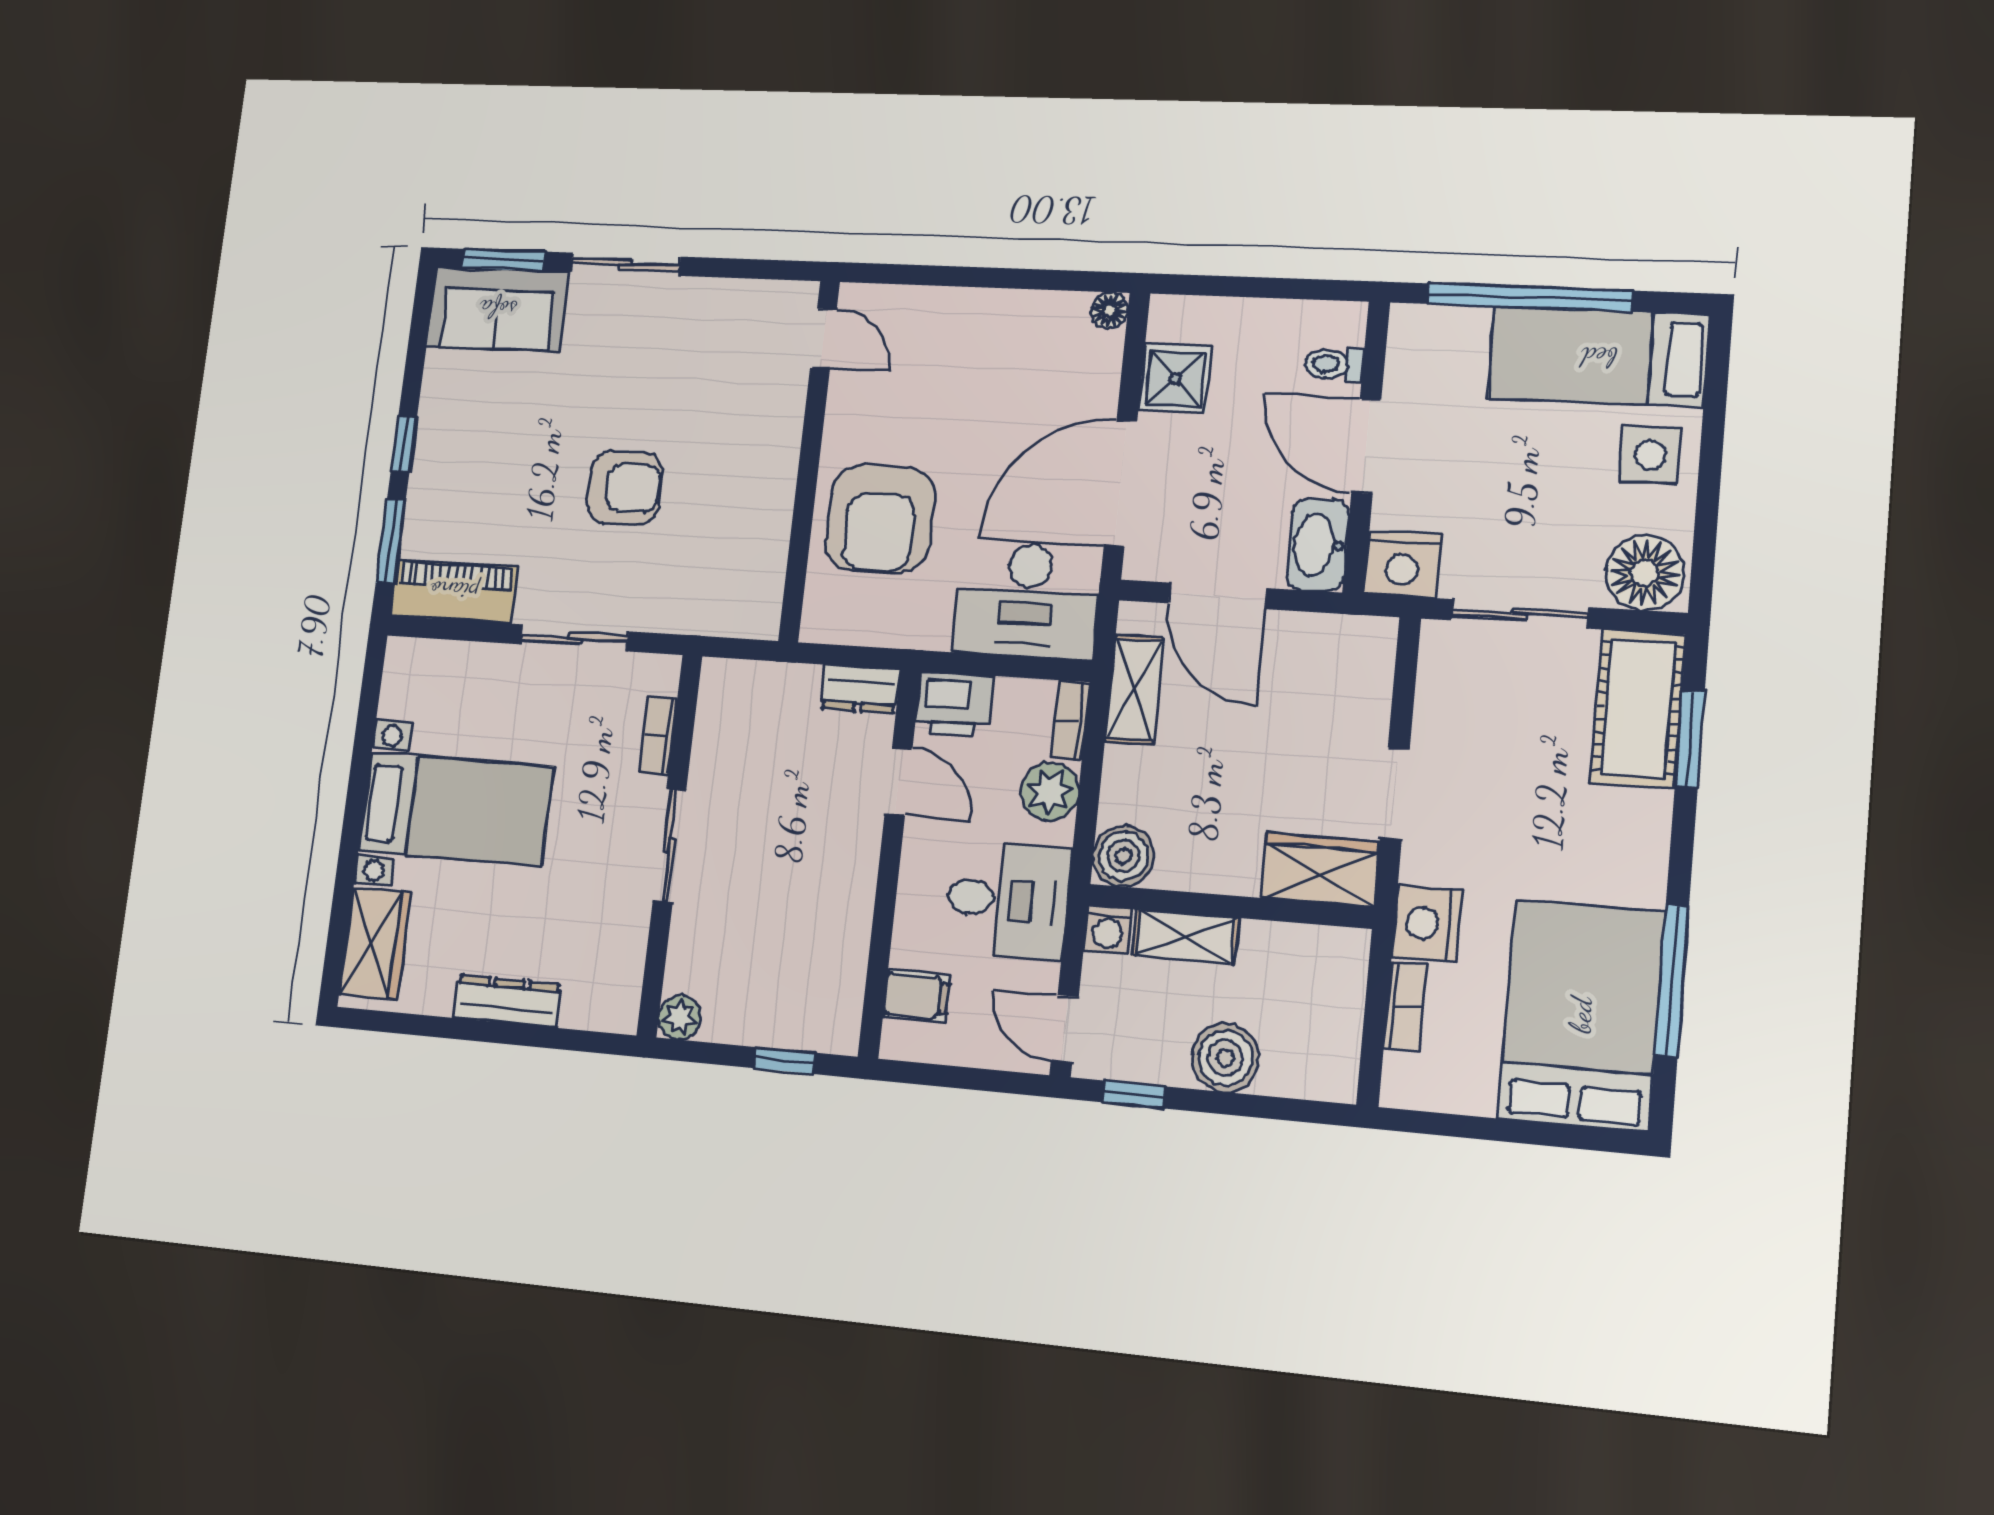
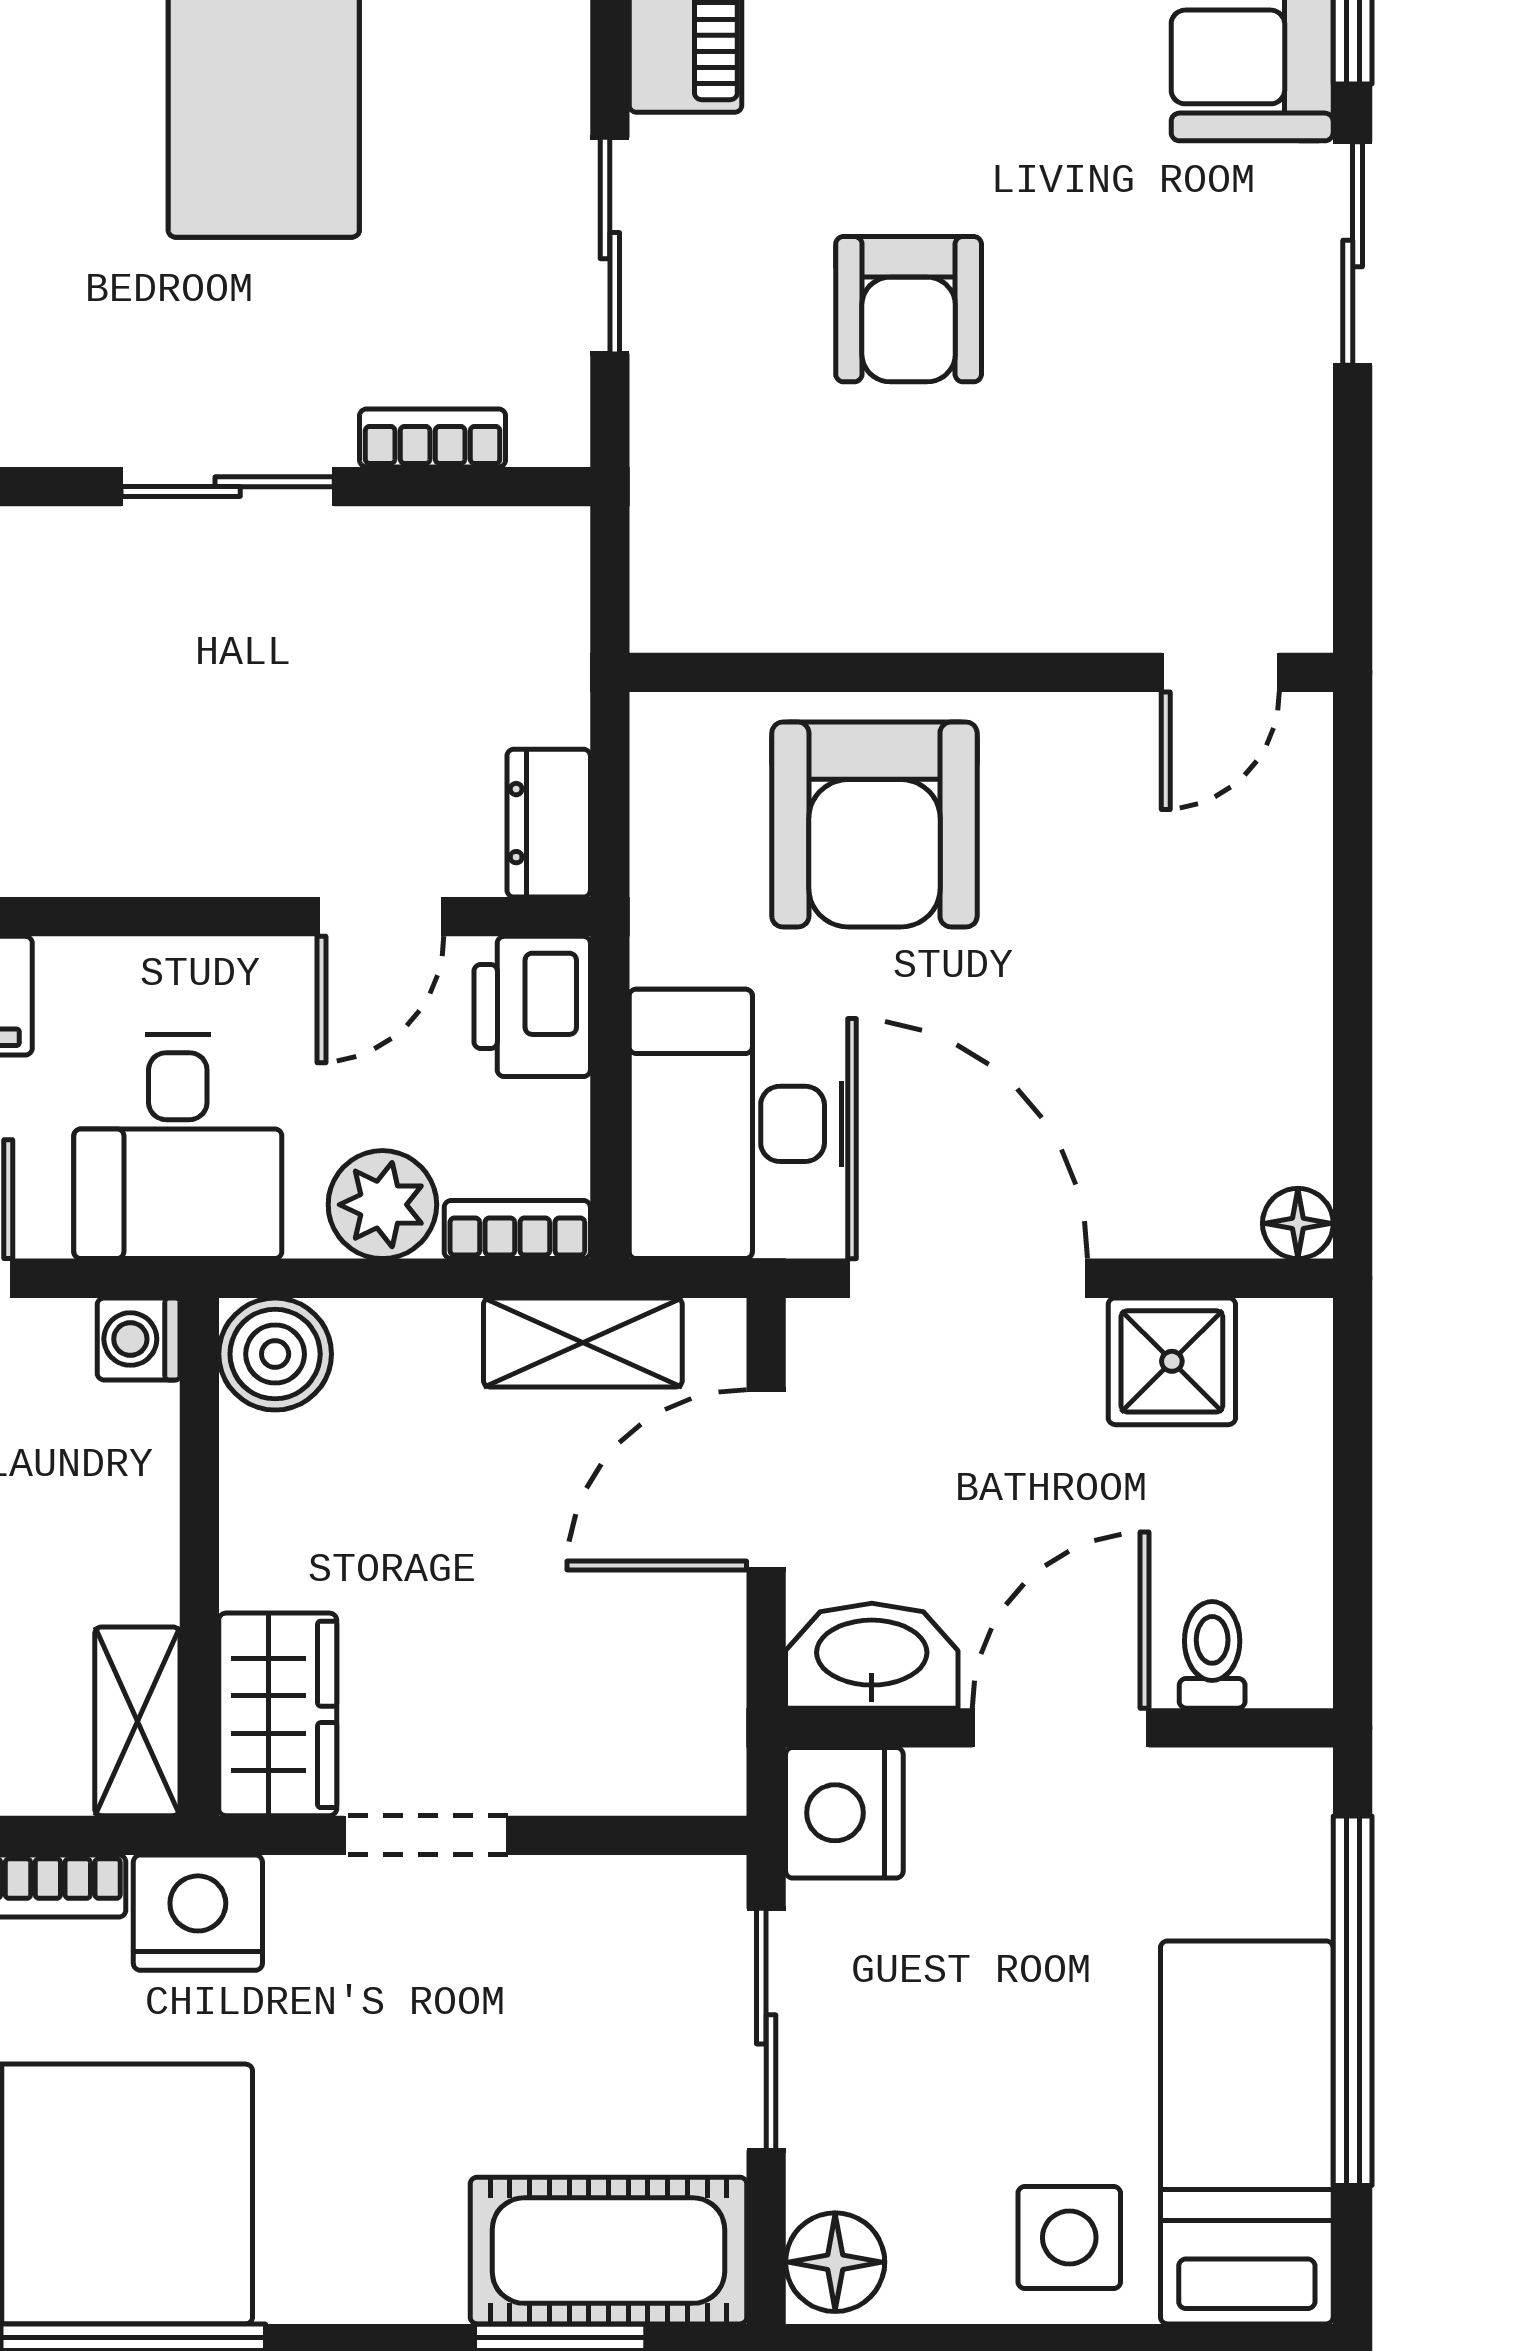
armchair: (880, 519) -> (874, 825), turned -90
floor lamp: (1645, 573) -> (835, 2262), width x0.73, depth x0.73
shelving: (1186, 937) -> (137, 1721), moved

